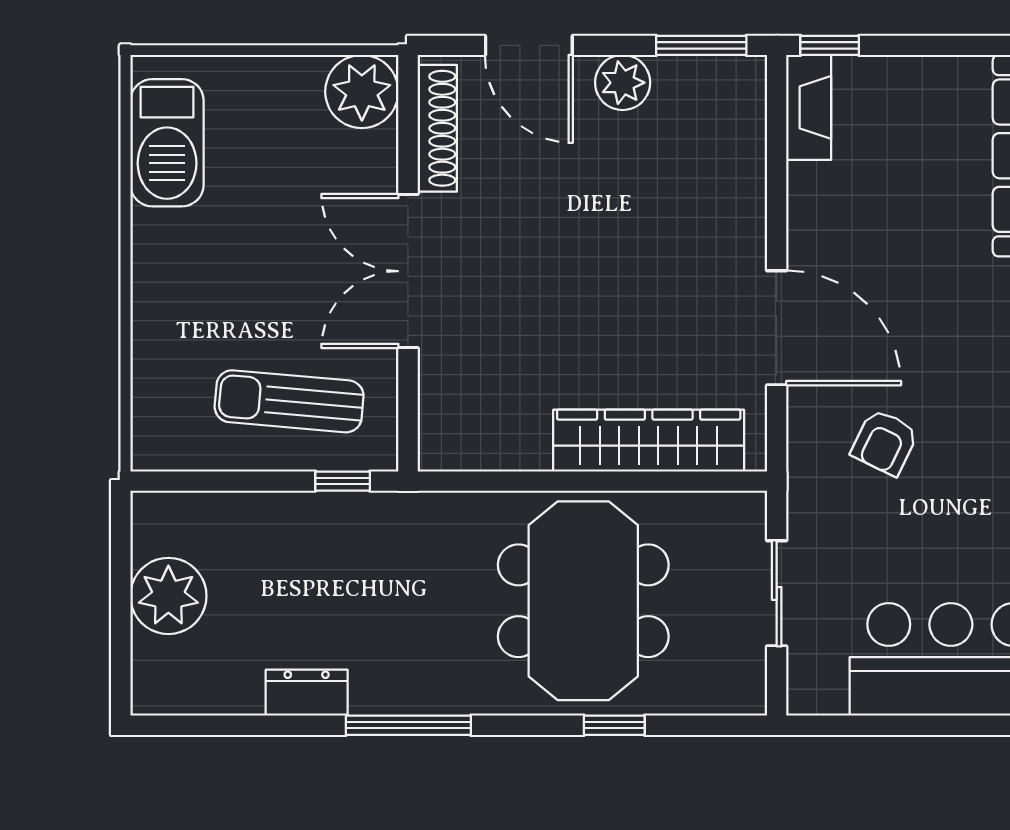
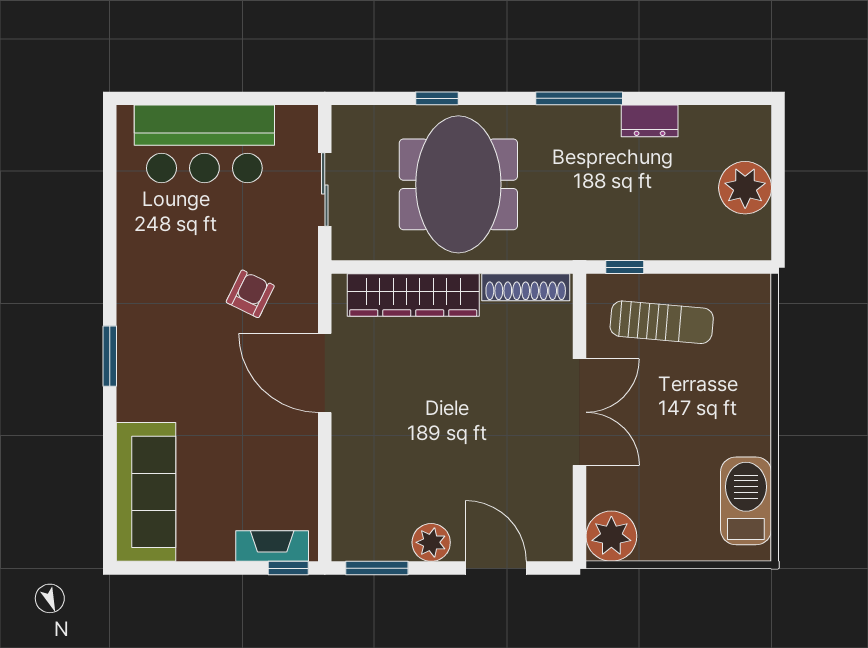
fireplace: (809, 107) -> (272, 546), moved, turned 90
shoe rack: (437, 128) -> (526, 287), moved, turned -90

